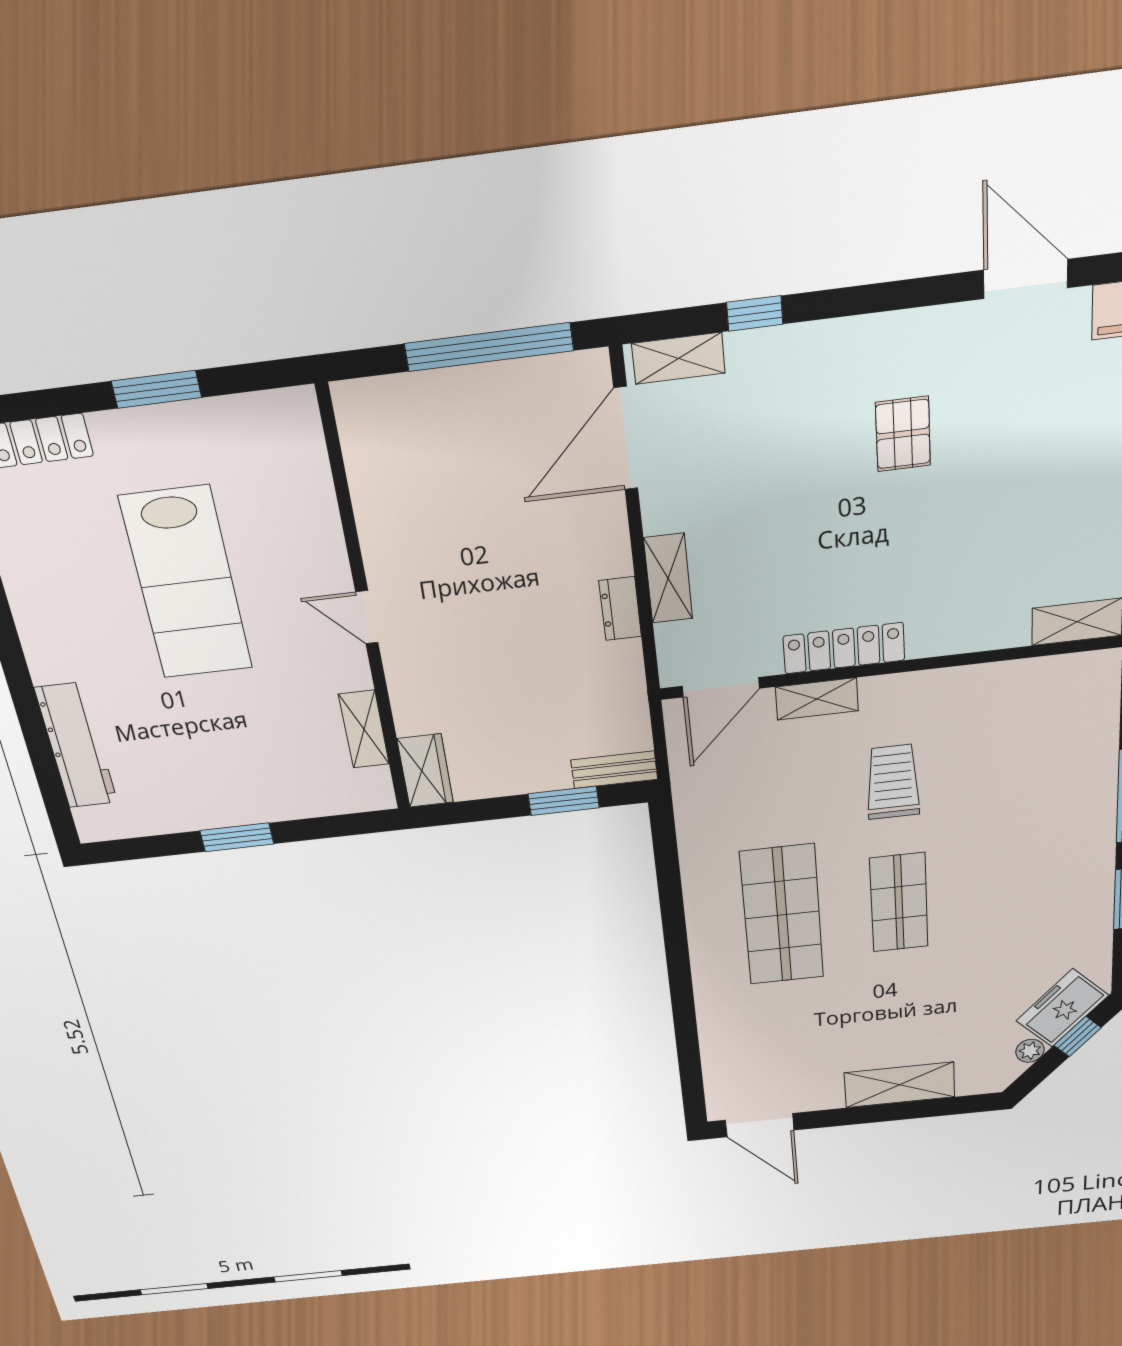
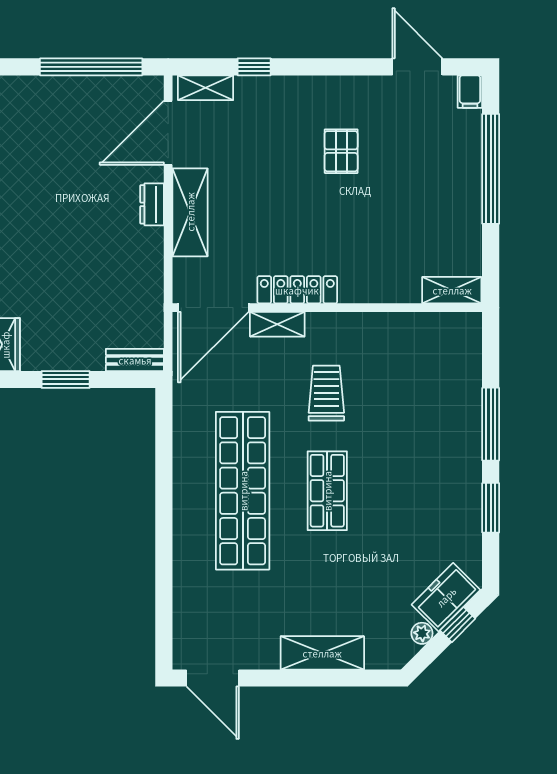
shelving: (668, 578) -> (190, 212), width x1.50, depth x1.33
dresser: (620, 609) -> (152, 204), moved
door: (721, 687) -> (213, 308), width x1.36
window: (564, 801) -> (66, 379), moved
shop shelf: (782, 915) -> (243, 491), width x1.40

